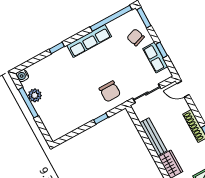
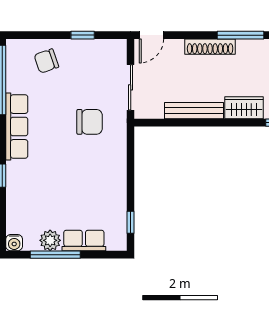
window: (144, 18) -> (26, 35), removed
row of seats: (155, 58) -> (84, 241), moved, turned 180
chair: (110, 91) -> (90, 122), moved
window: (101, 119) -> (131, 222), moved

